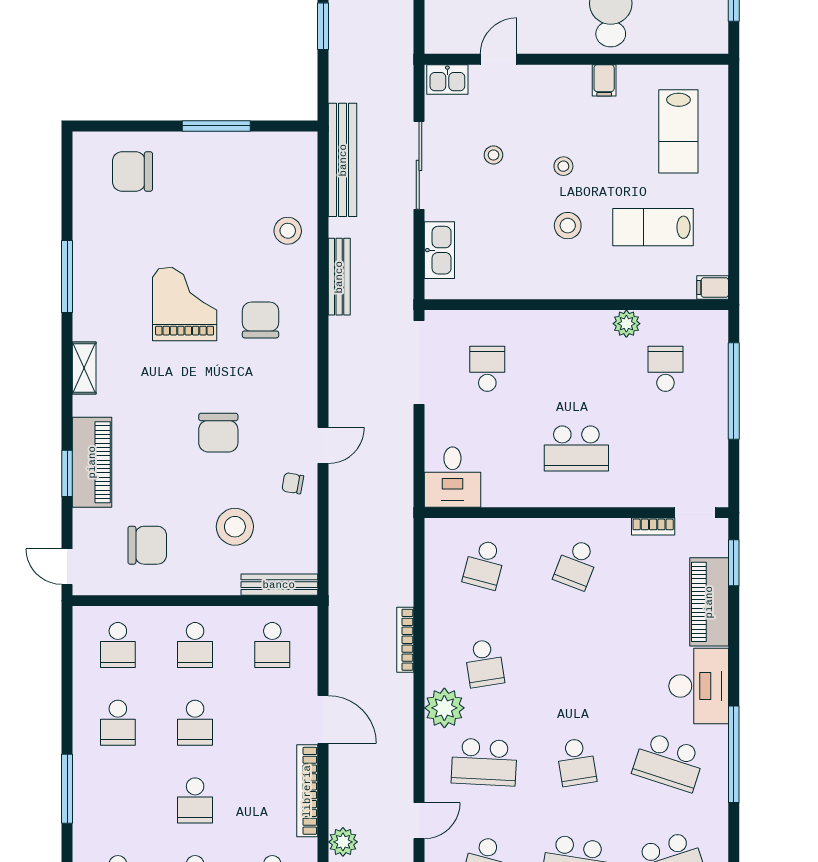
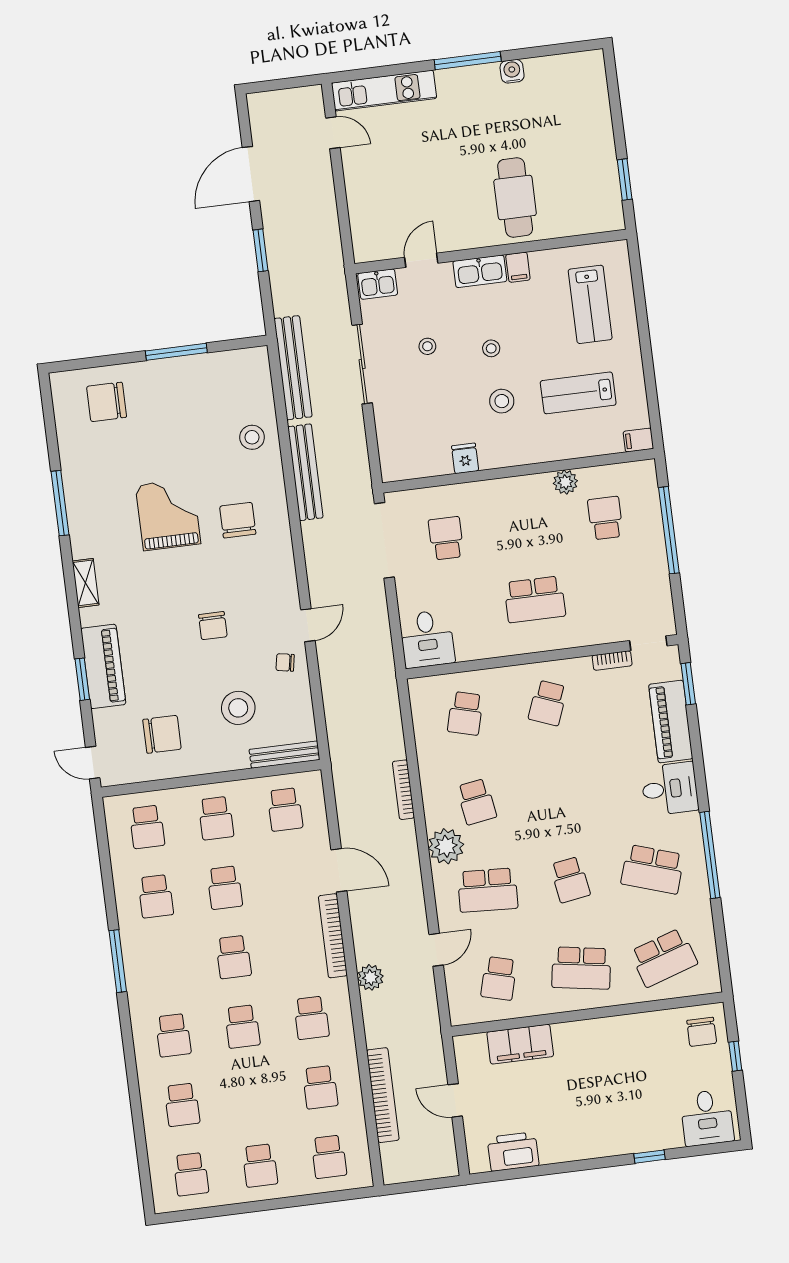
kitchen sink: (439, 250) -> (480, 271), moved, turned 90
bench: (339, 277) -> (305, 472), width x1.37, depth x1.21
fridge: (519, 284) -> (465, 458), added
chair: (218, 433) -> (213, 626), width x0.73, depth x0.73
desk: (699, 686) -> (670, 789), width x0.73

